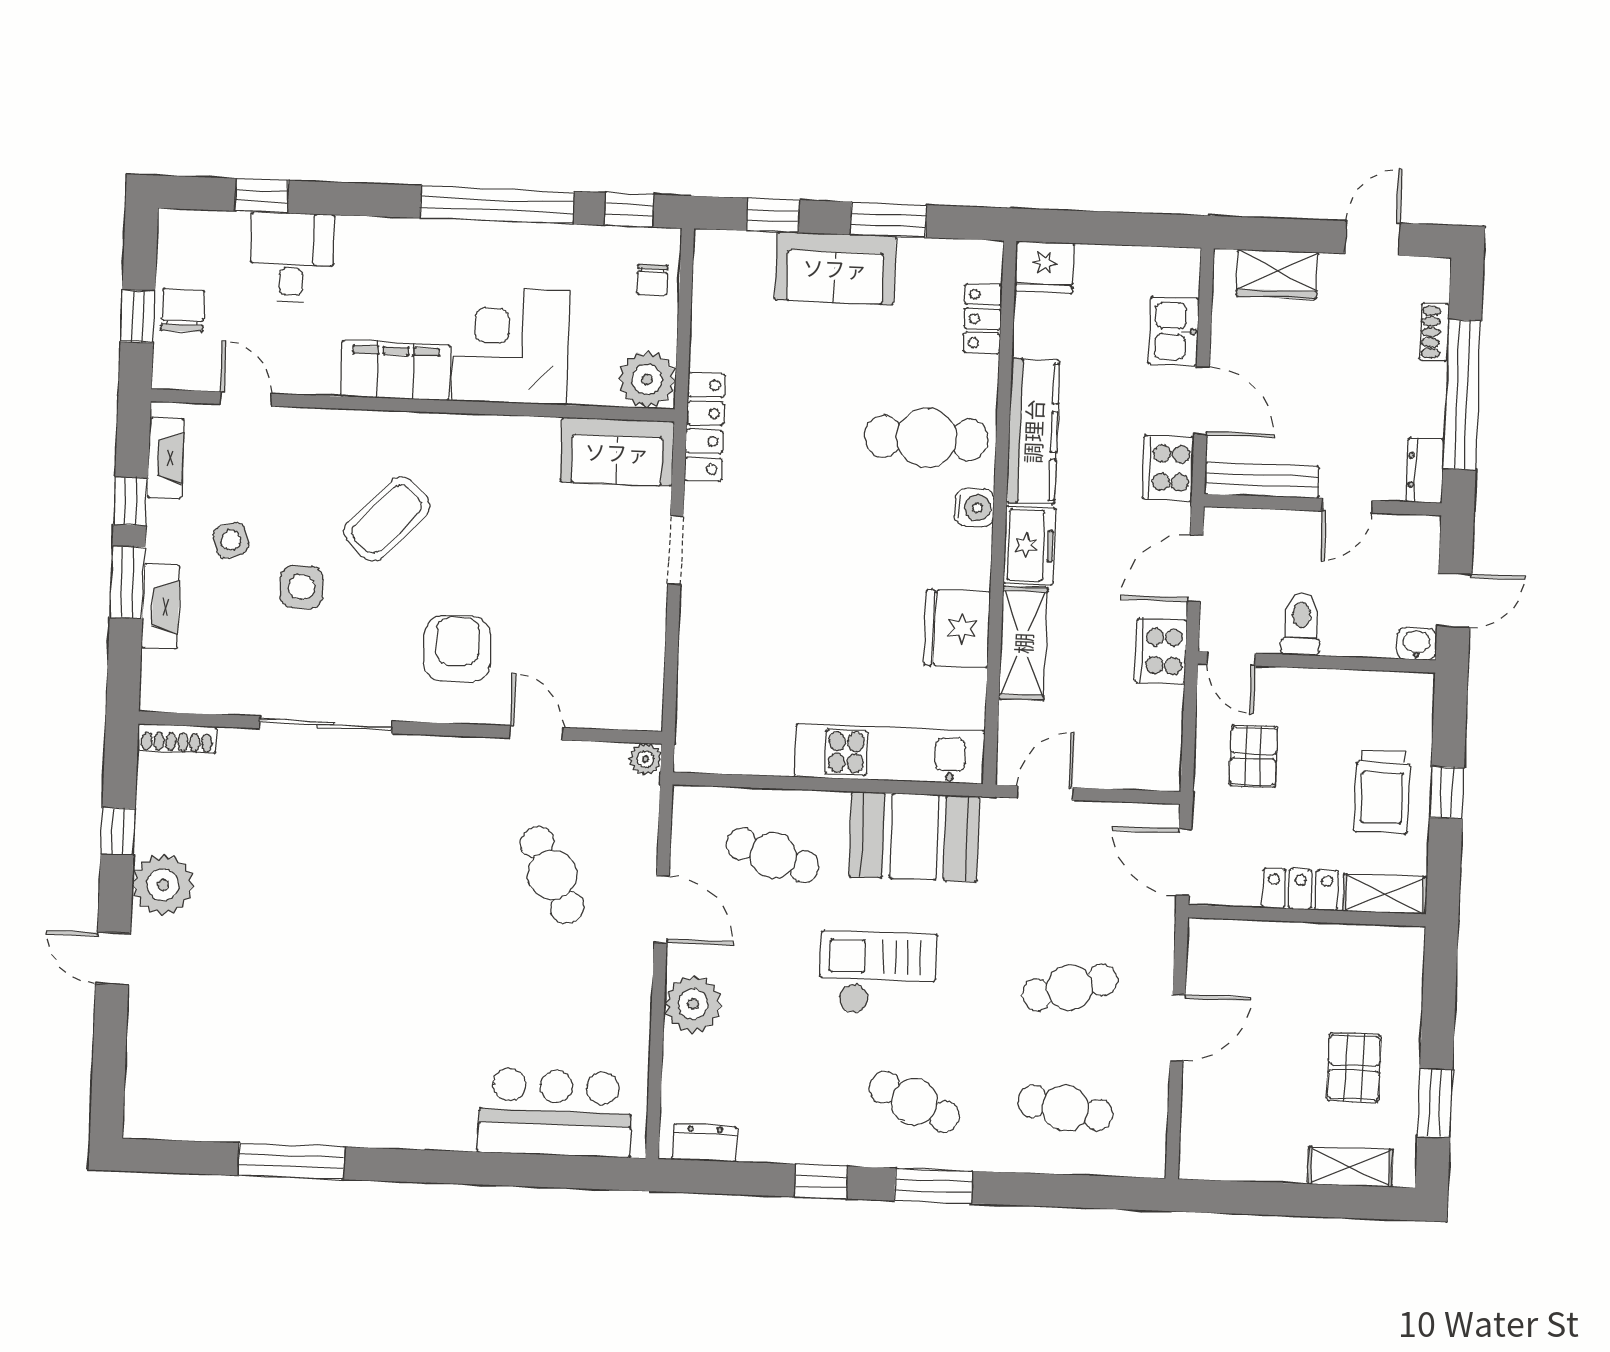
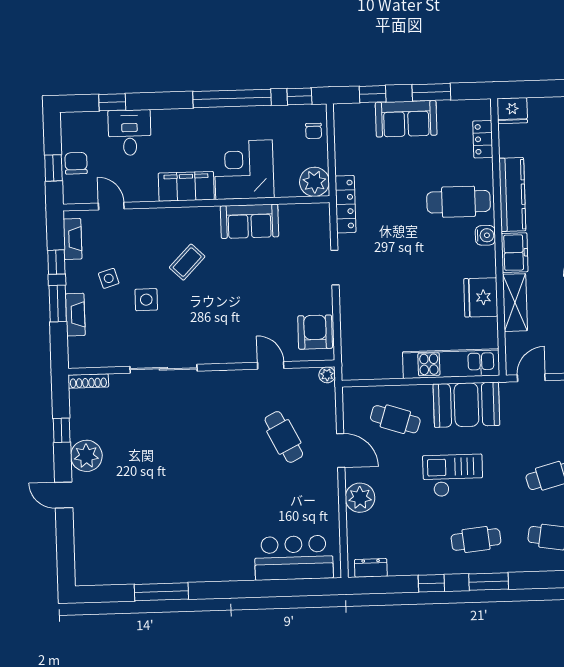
sofa: (617, 452) -> (250, 221), moved
coffee table: (387, 519) -> (187, 262), width x0.73, depth x0.77
armchair: (457, 649) -> (315, 332), moved
cafe table: (914, 1102) -> (476, 540), turned -30

